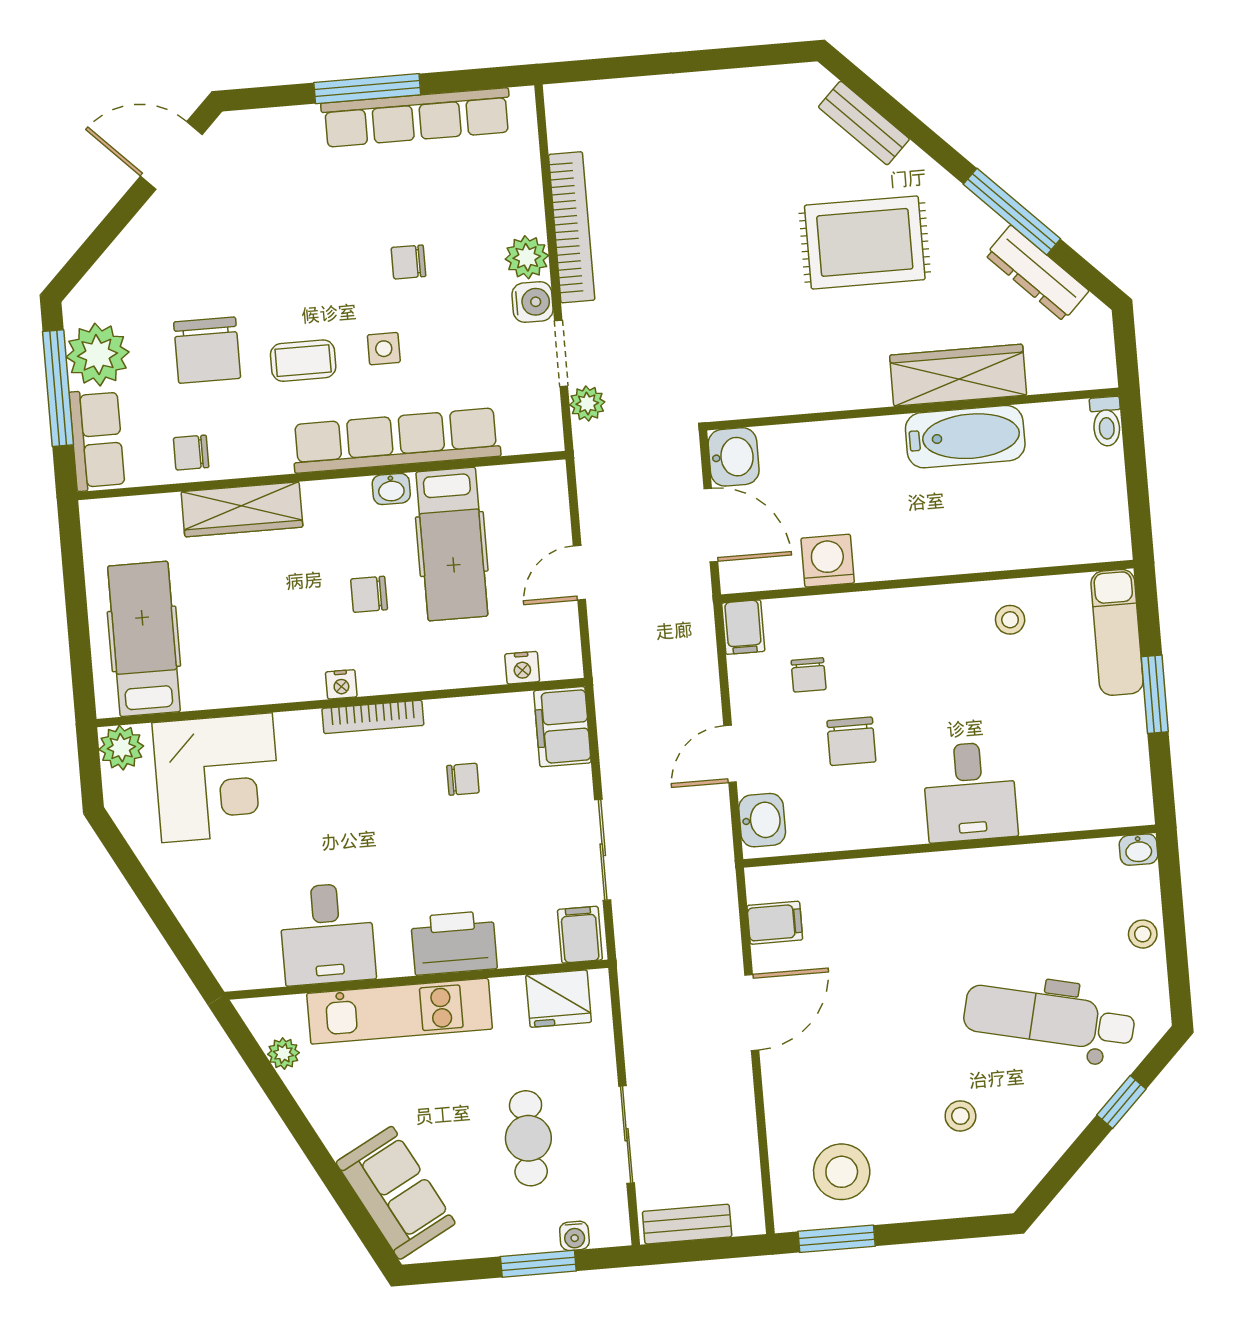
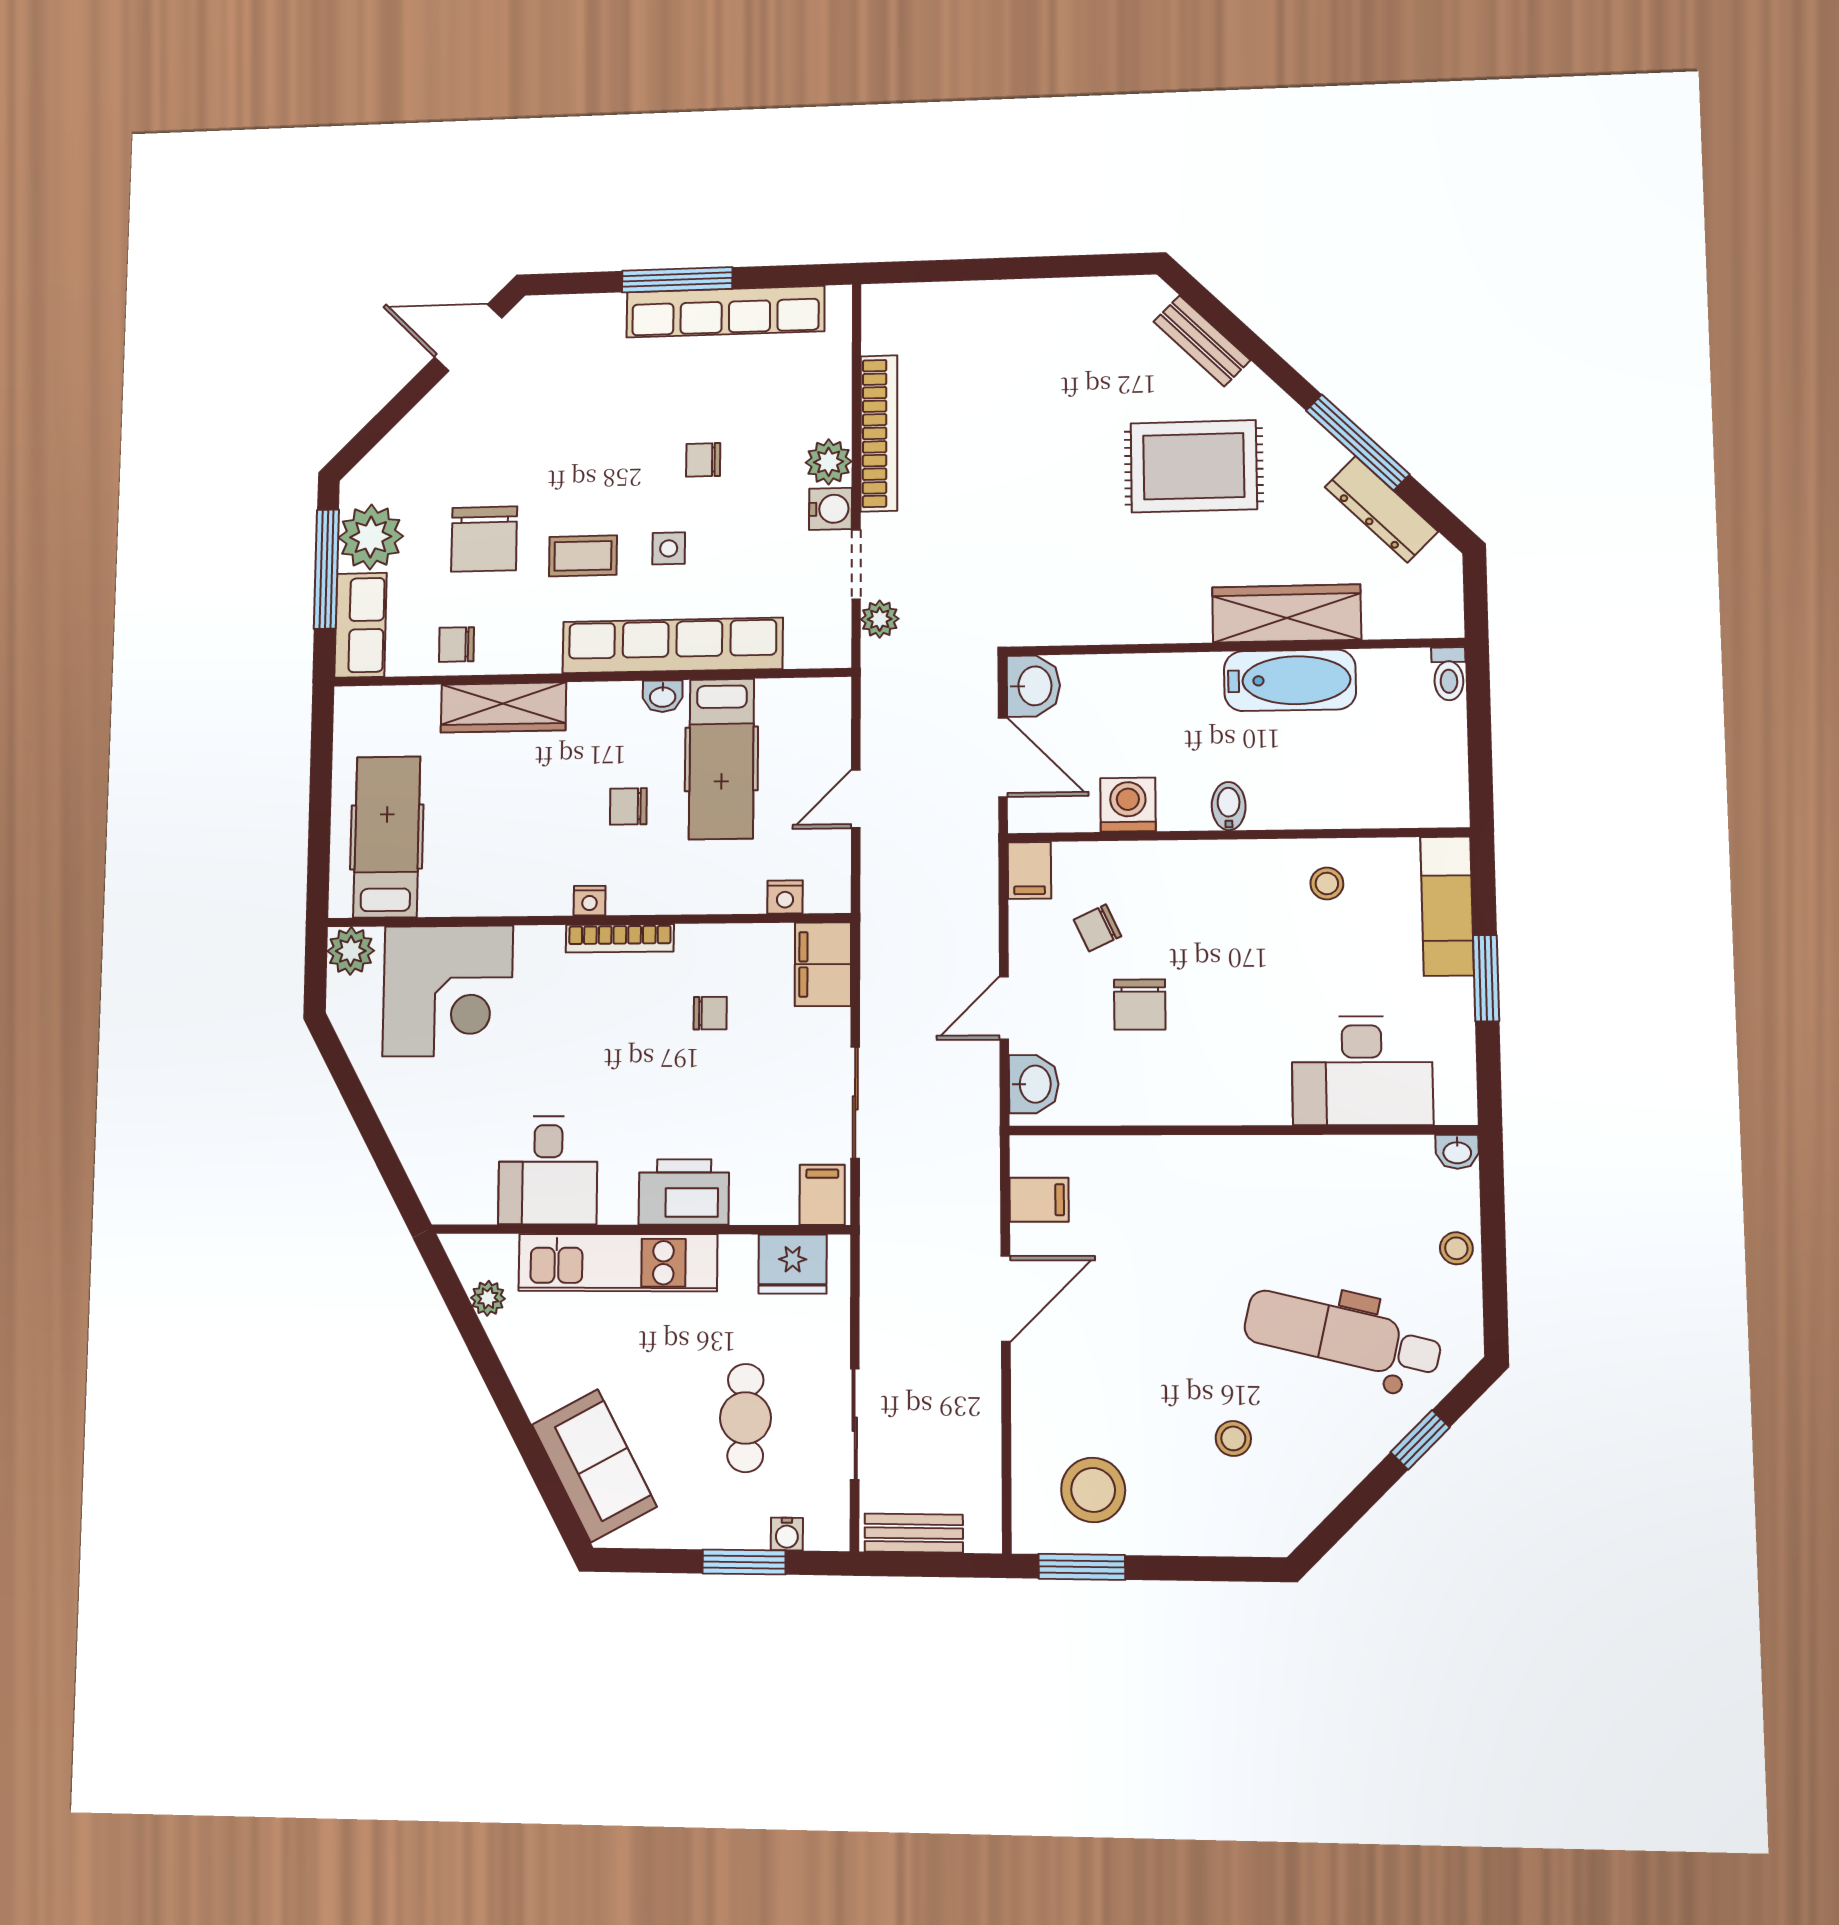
bidet: (918, 556) -> (1229, 806), added
chair: (809, 675) -> (1098, 928), turned 65
desk: (970, 792) -> (1362, 1071), moved, width x1.37

